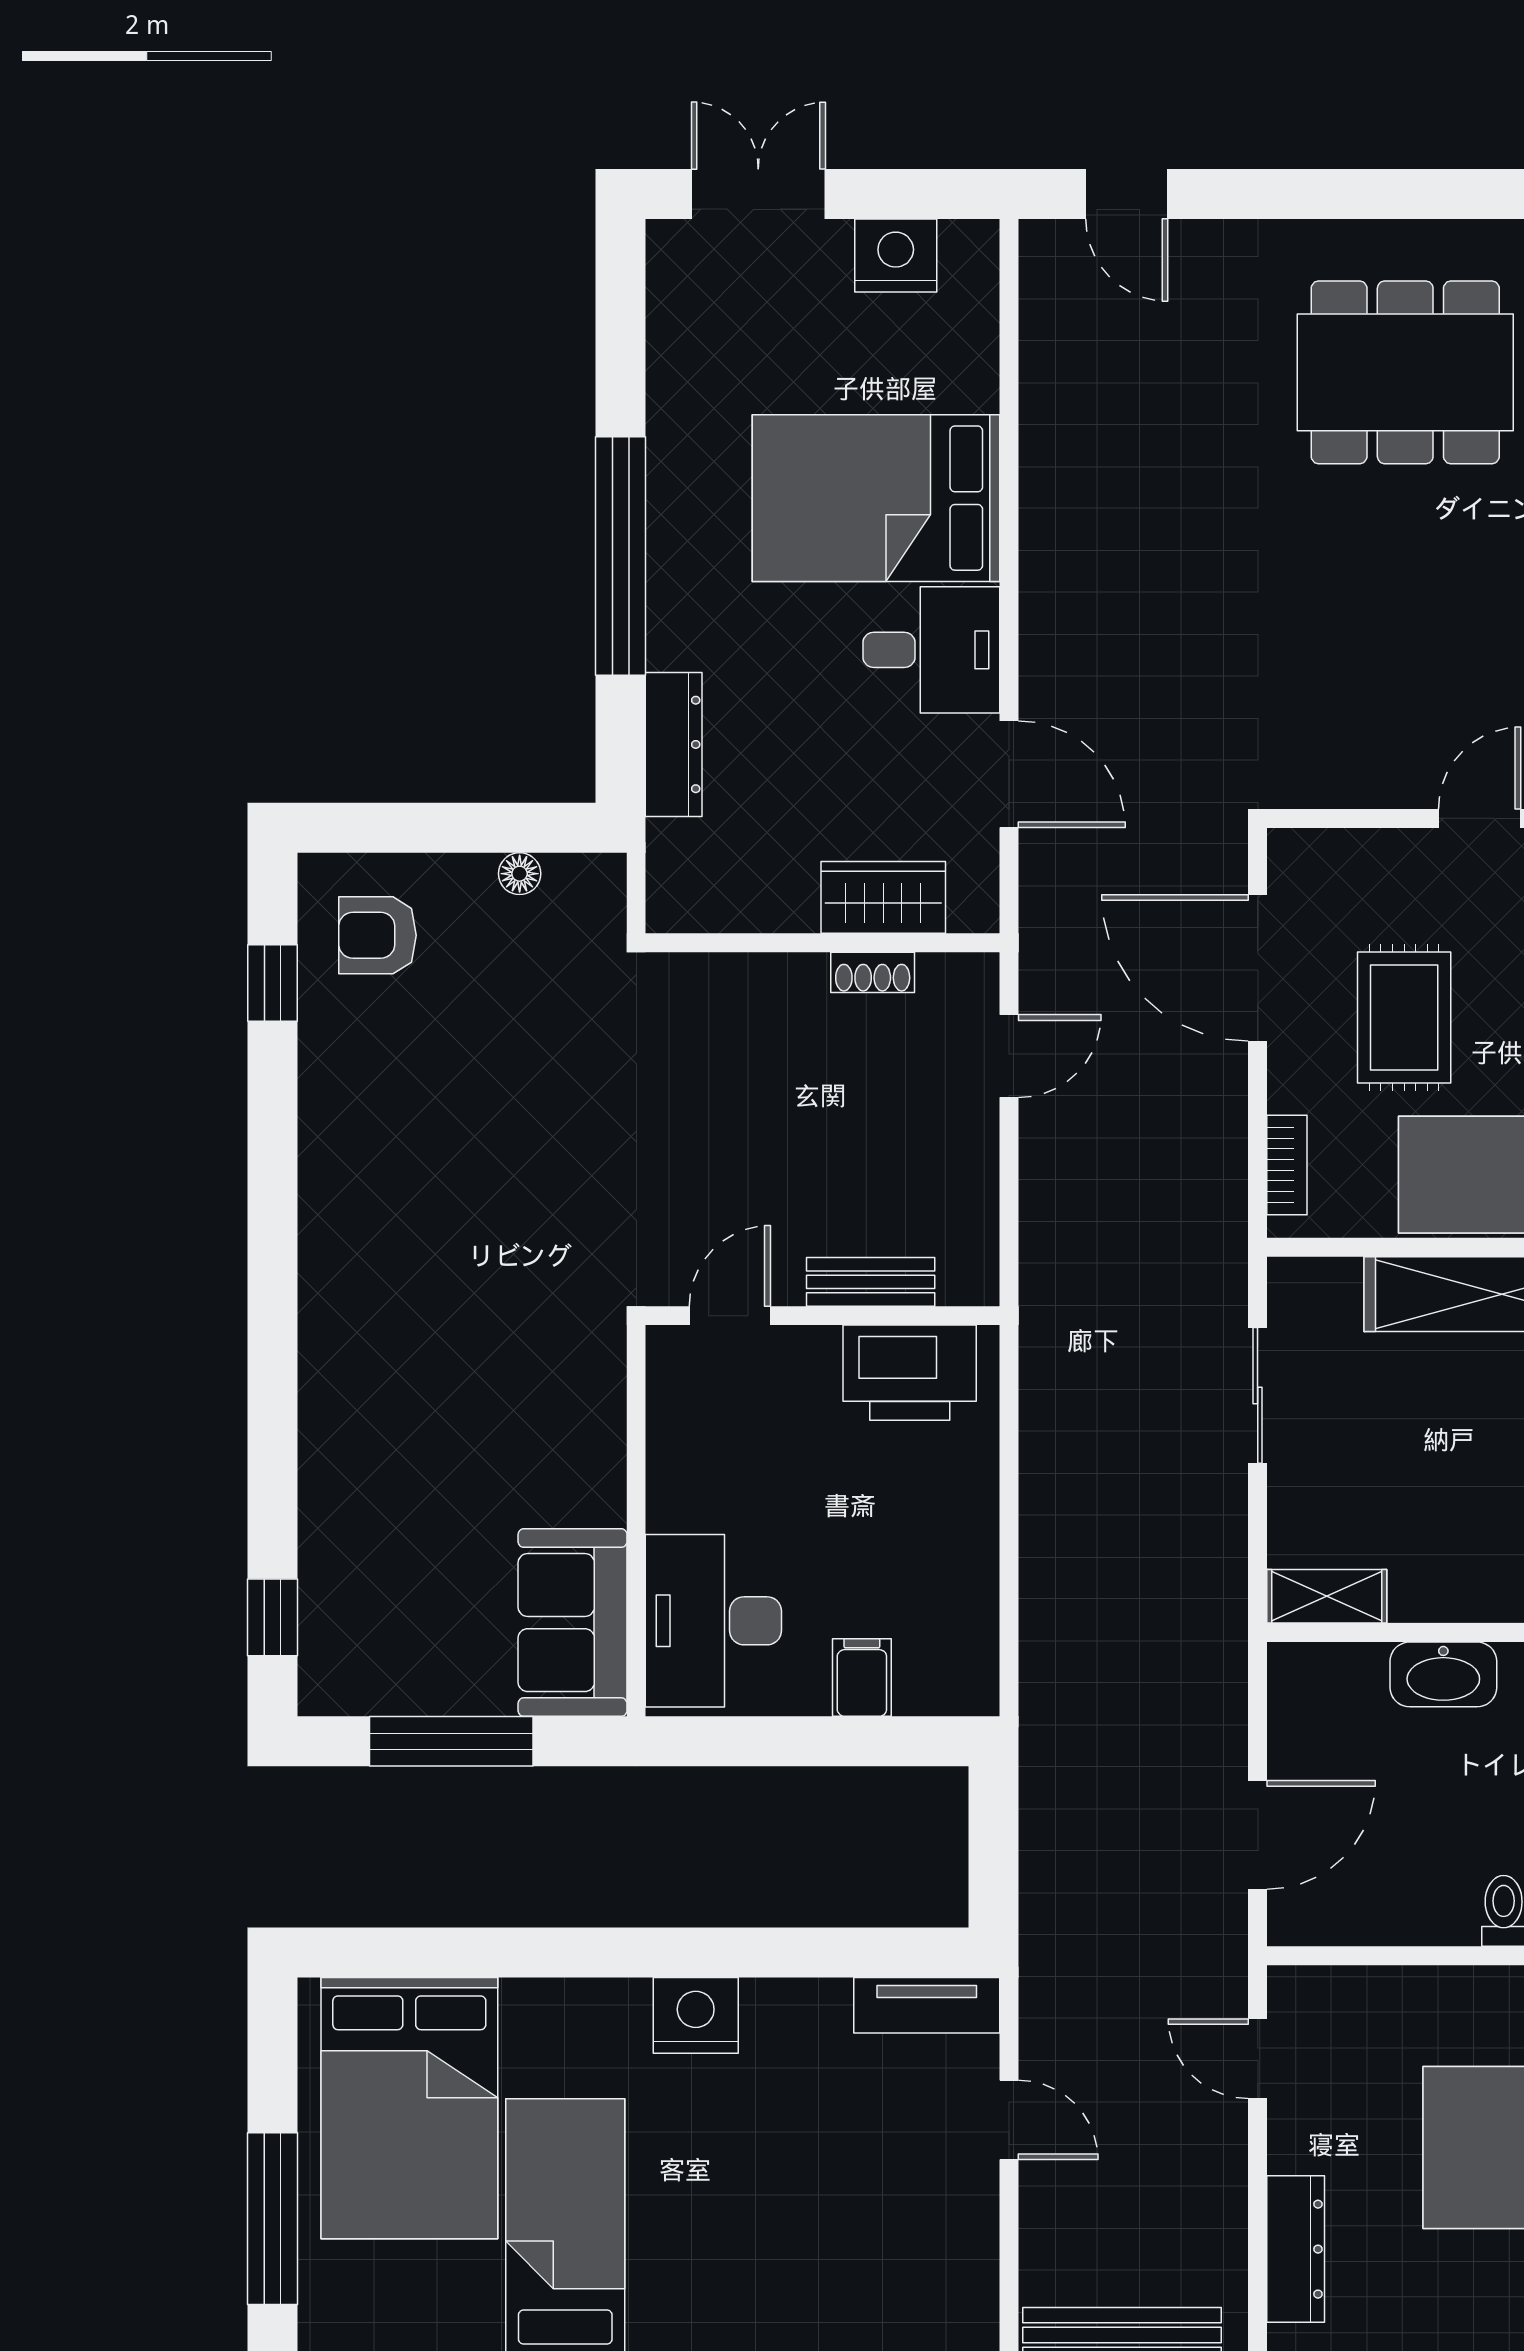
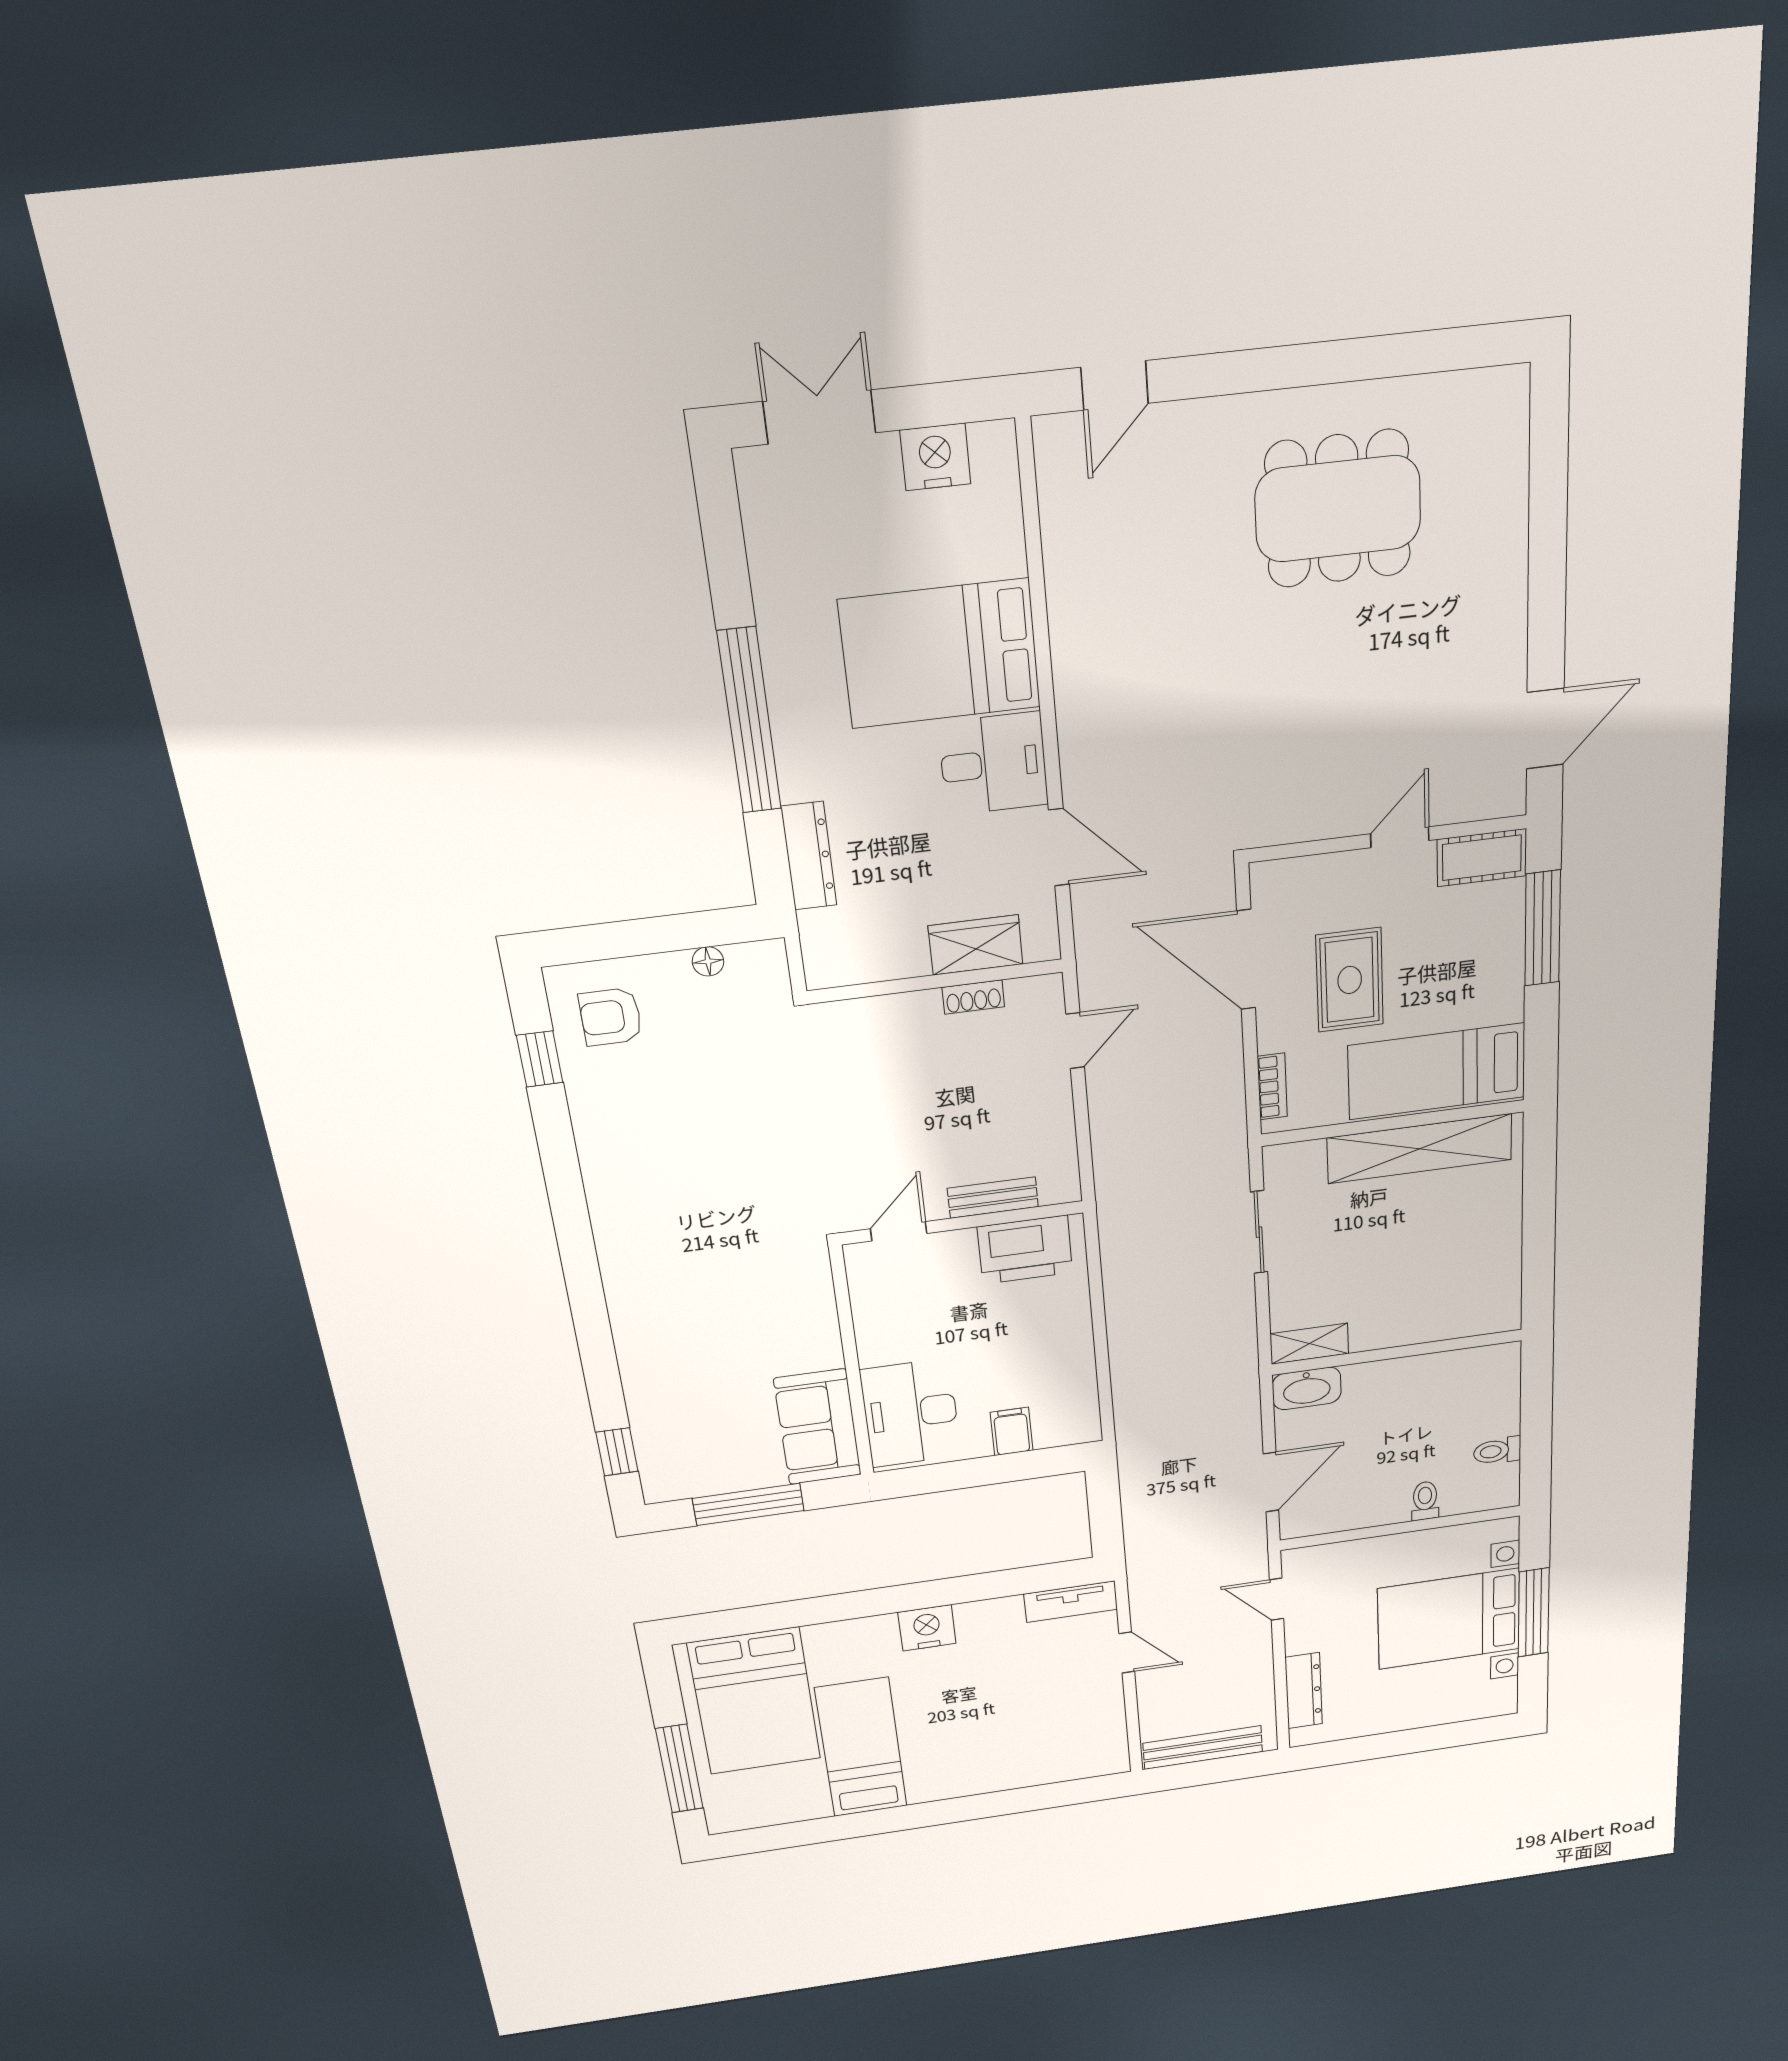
door: (1127, 194) -> (1115, 385), hinge flipped
washbasin: (1443, 1674) -> (1307, 1388), moved

